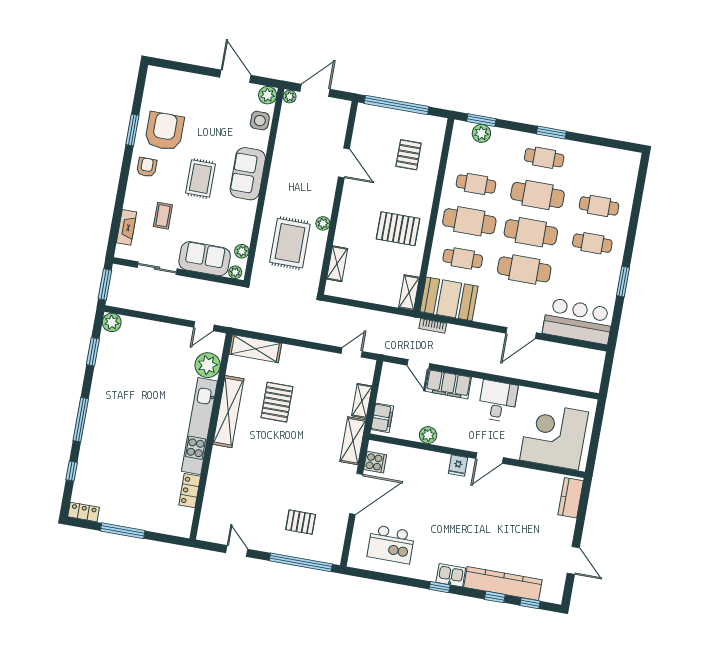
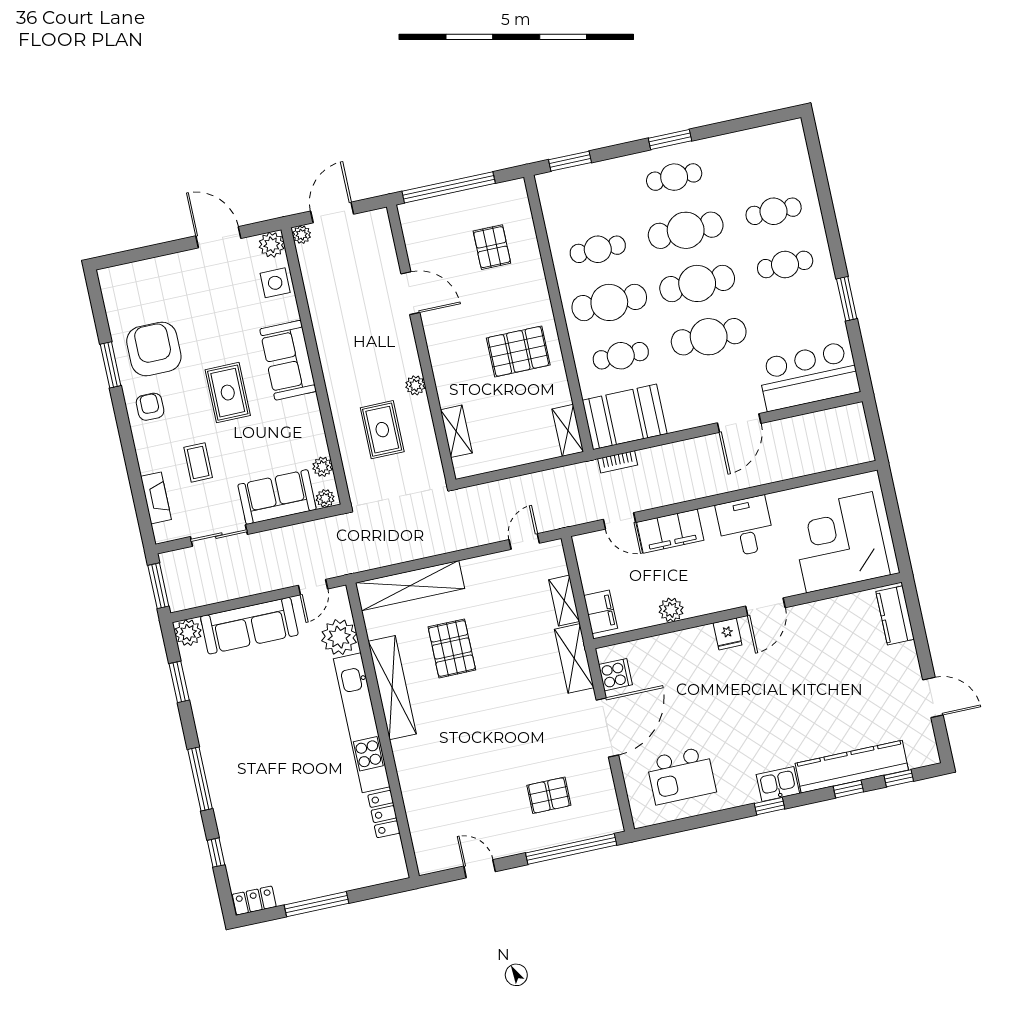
plant: (481, 133) -> (577, 179), removed
rug: (290, 243) -> (382, 430), width x0.73, depth x0.70
sofa: (153, 334) -> (249, 626), added
shelving: (255, 349) -> (410, 586), width x1.47

